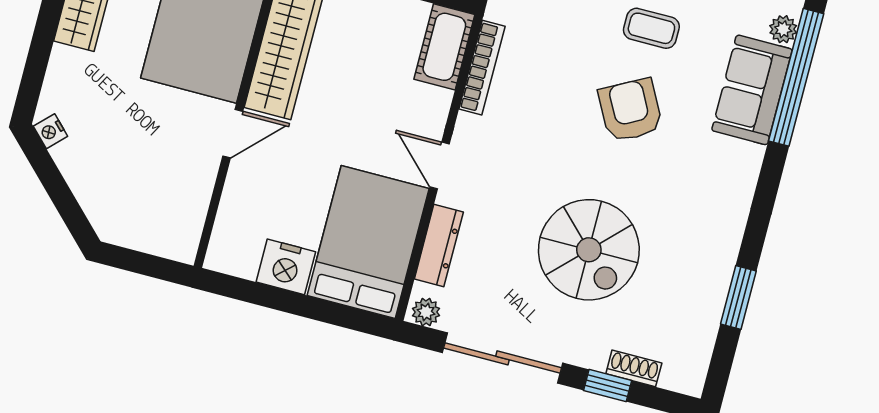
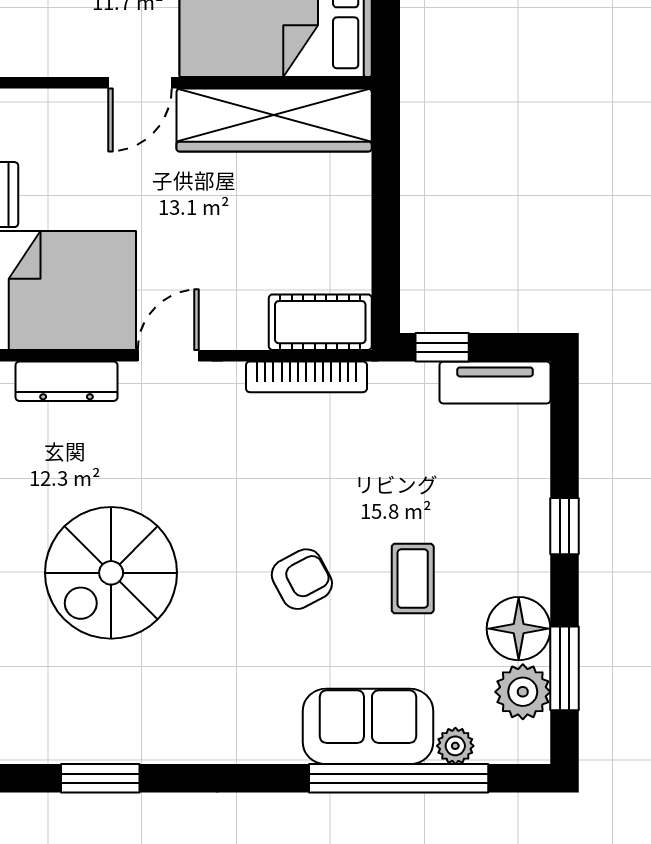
armchair: (630, 110) -> (302, 579), width x0.72, depth x0.72
door: (233, 134) -> (140, 83), hinge flipped

